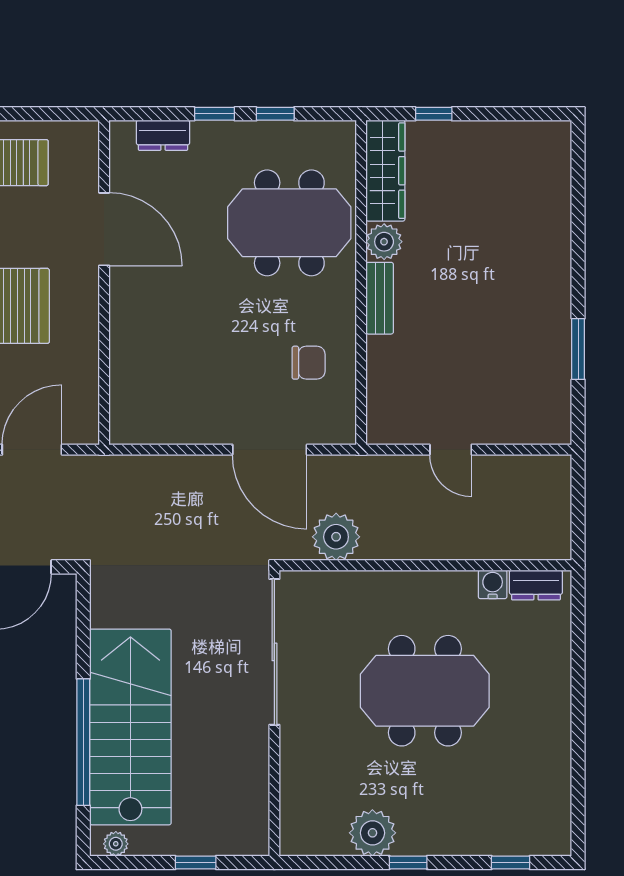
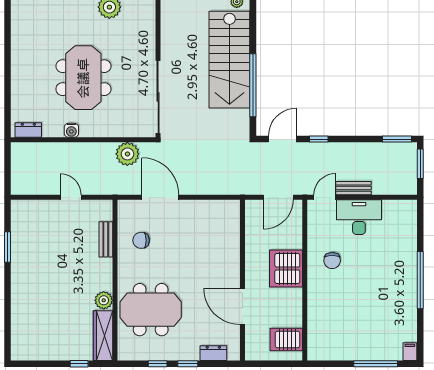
bench: (380, 298) -> (106, 239), moved
water cooler: (493, 584) -> (71, 130), moved
meeting table: (425, 691) -> (83, 78), turned 90
window: (83, 742) -> (253, 85), moved

